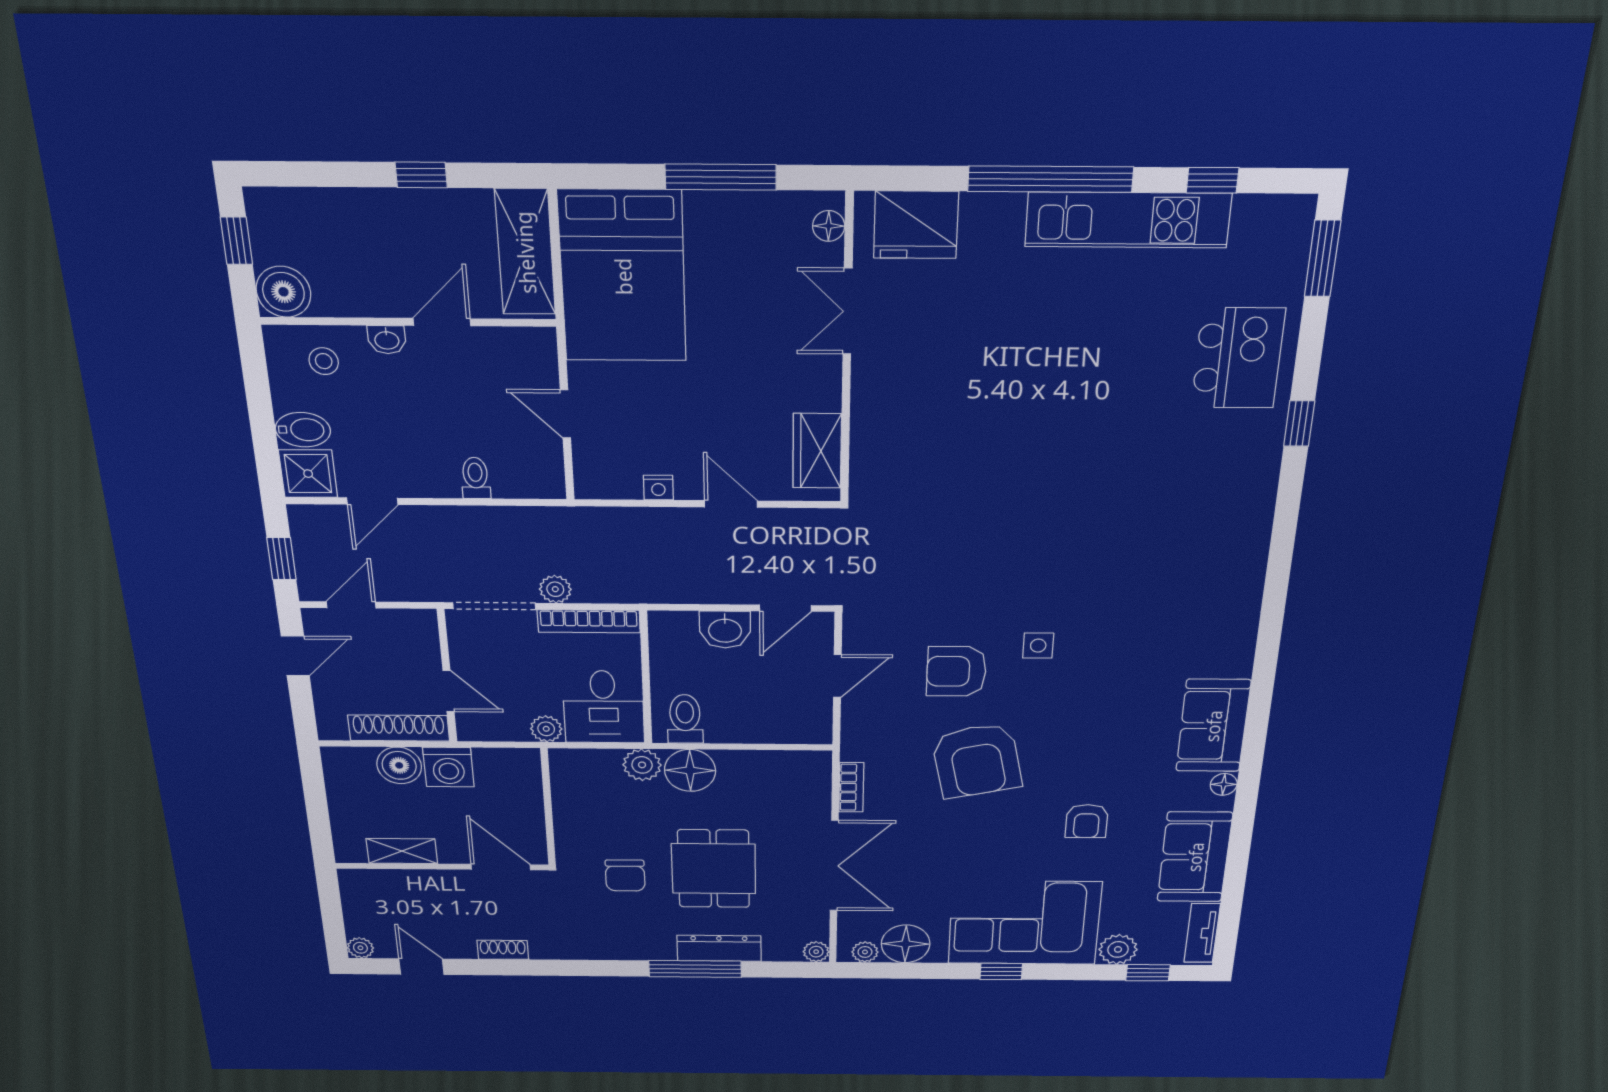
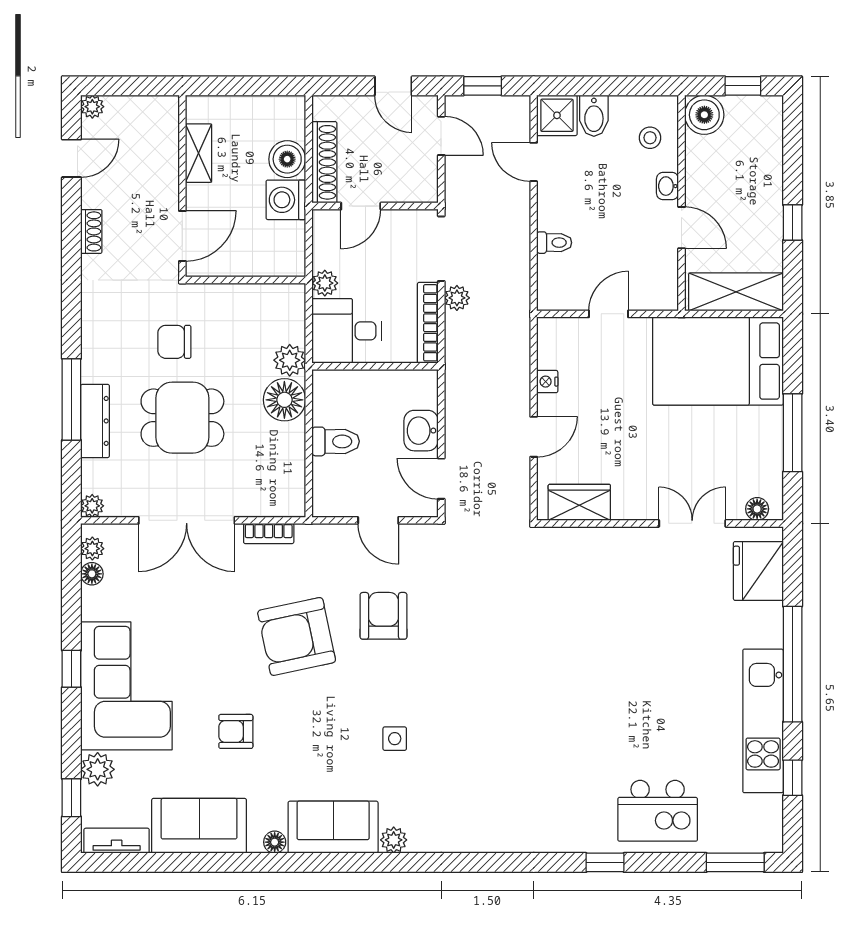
side table: (1038, 646) -> (395, 739), moved
plant: (1237, 663) -> (394, 840), added
toilet: (685, 719) -> (336, 441), moved
floor lamp: (906, 944) -> (92, 574), width x0.53, depth x0.53

